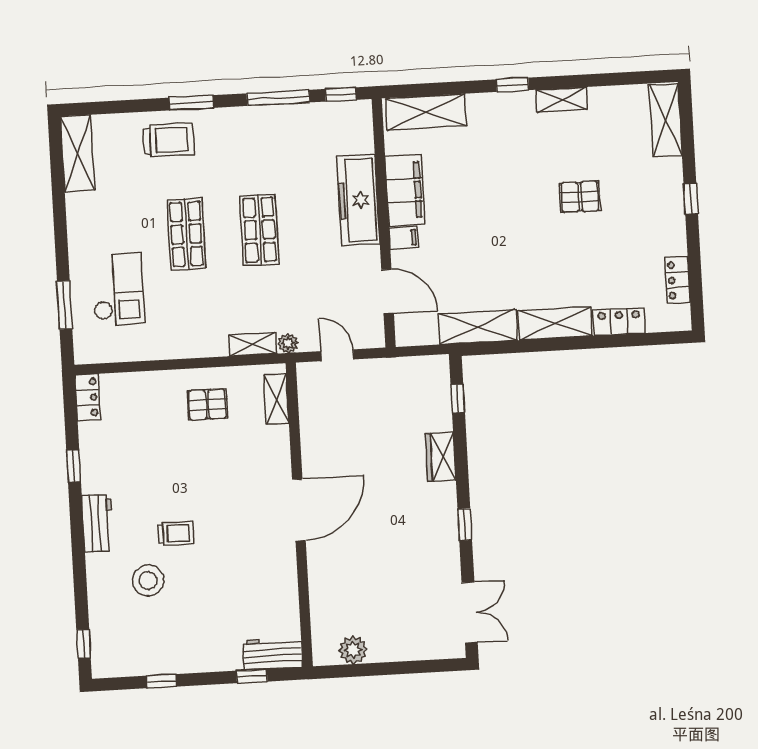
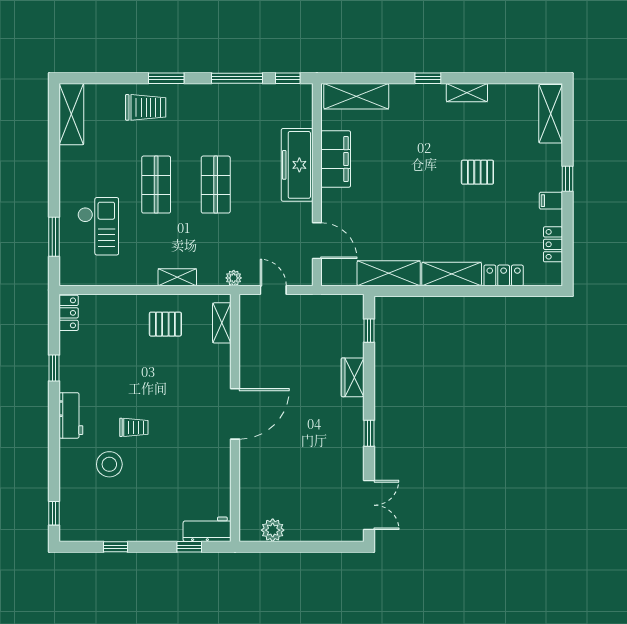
filing cabinet: (404, 238) -> (551, 201), moved, turned 180
shelving: (253, 344) -> (177, 277), moved

